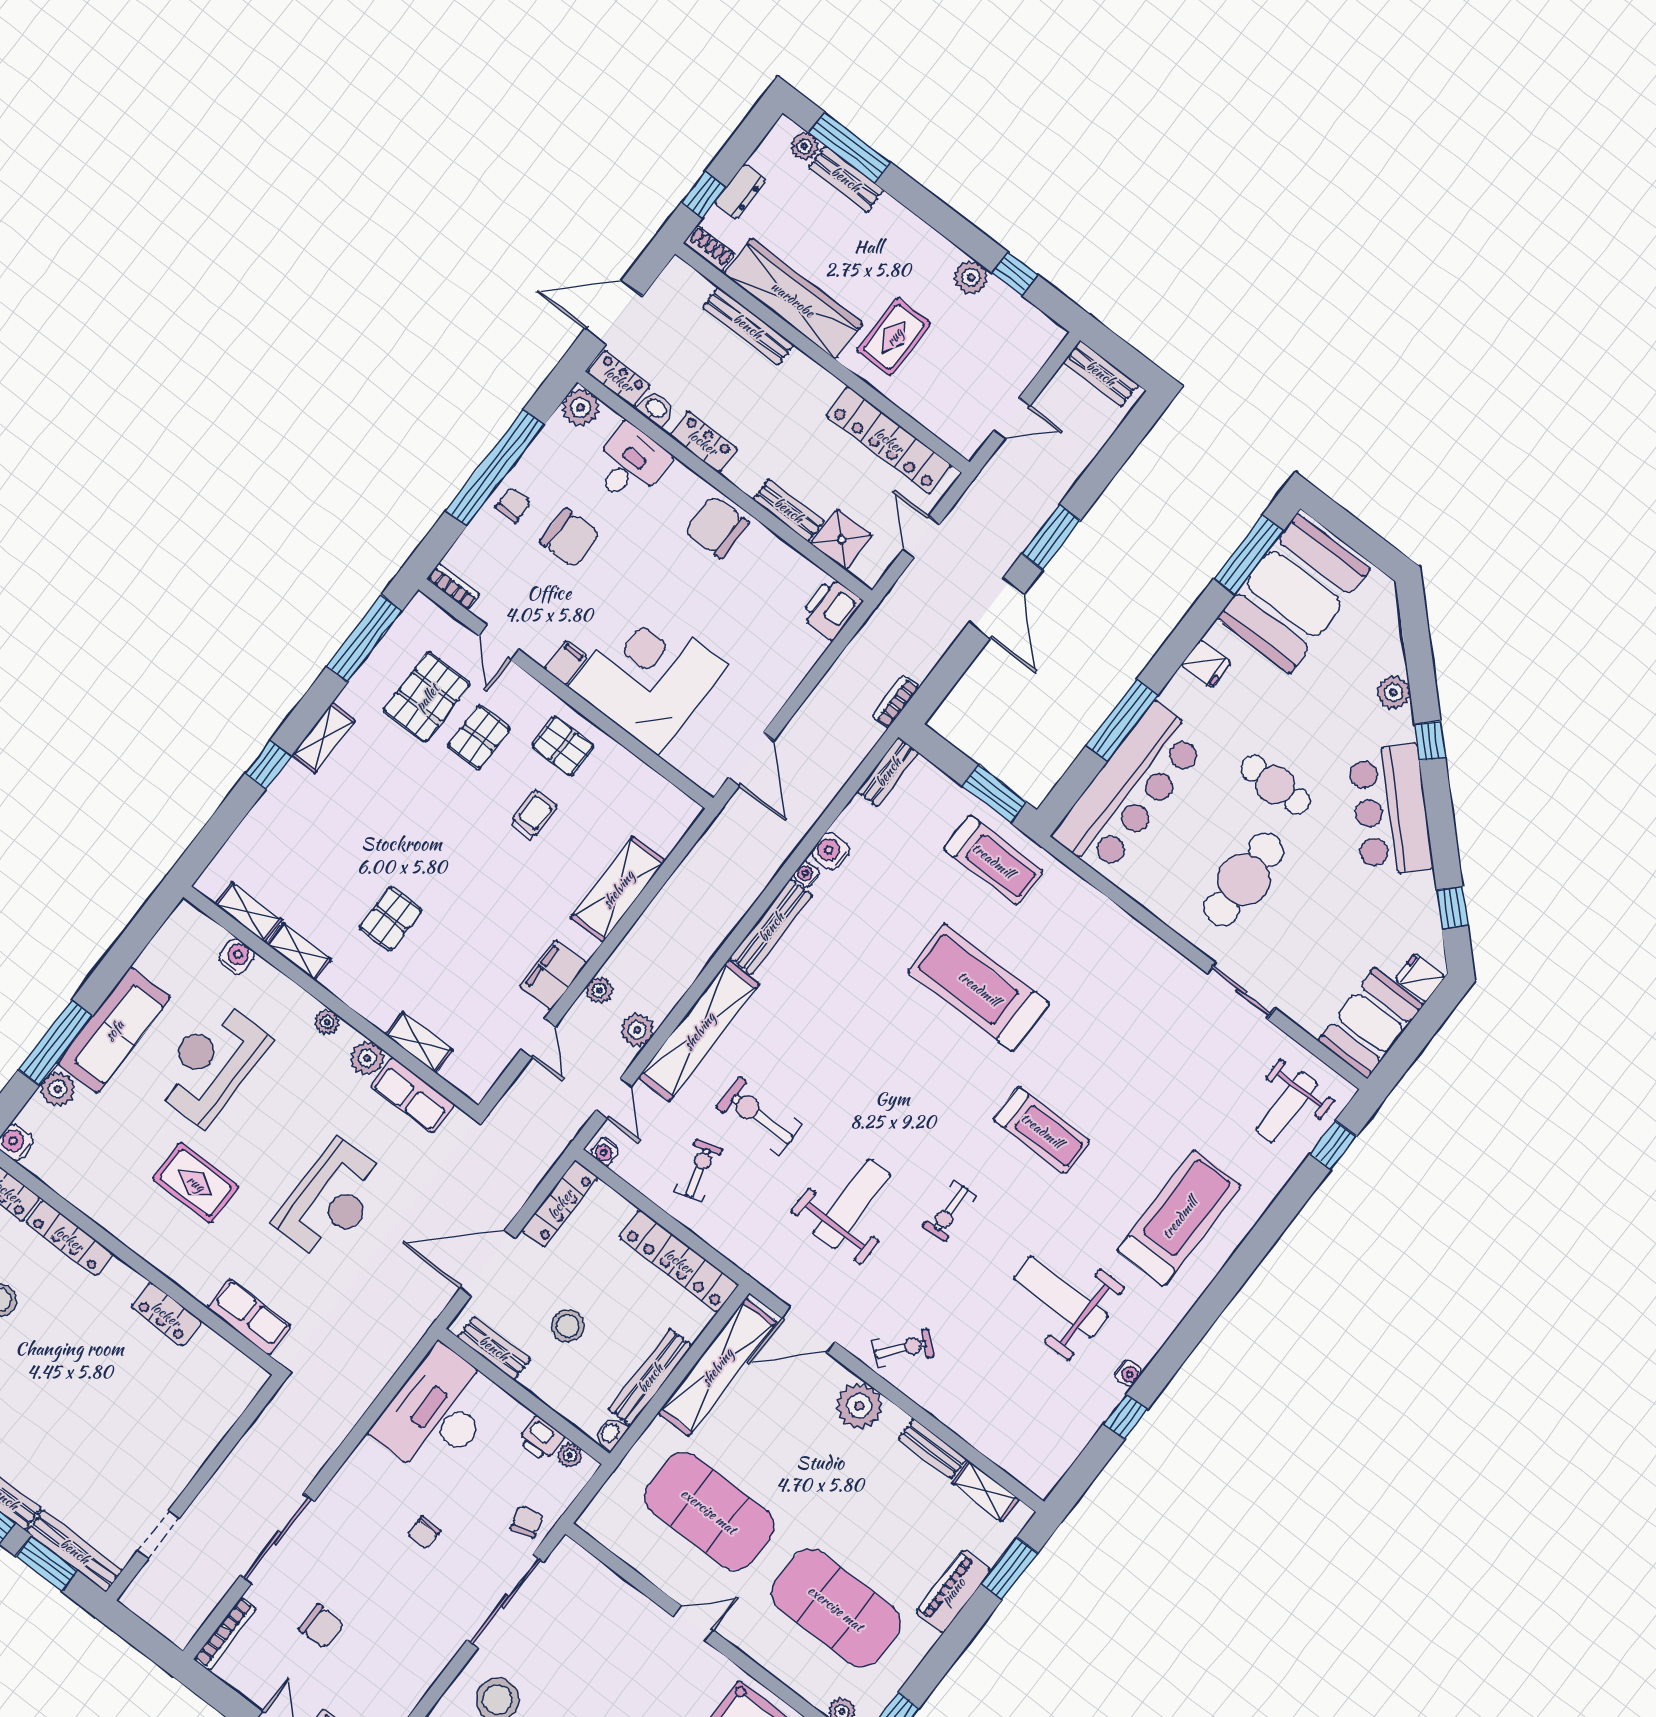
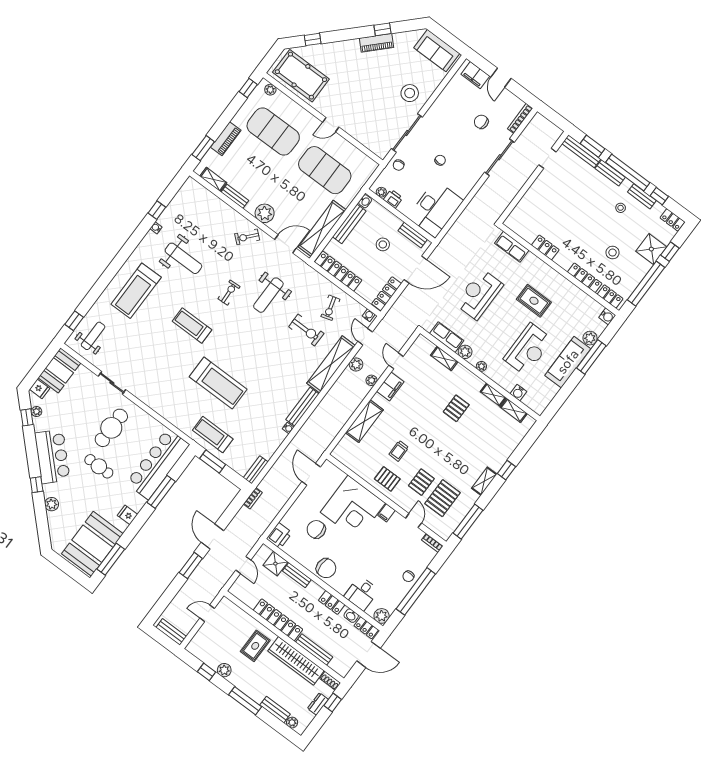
window: (850, 147) -> (245, 701), moved
locker: (889, 440) -> (278, 620), moved
chair: (570, 538) -> (316, 529), moved
water cooler: (831, 851) -> (279, 438), removed
plant: (1428, 922) -> (37, 411), added

